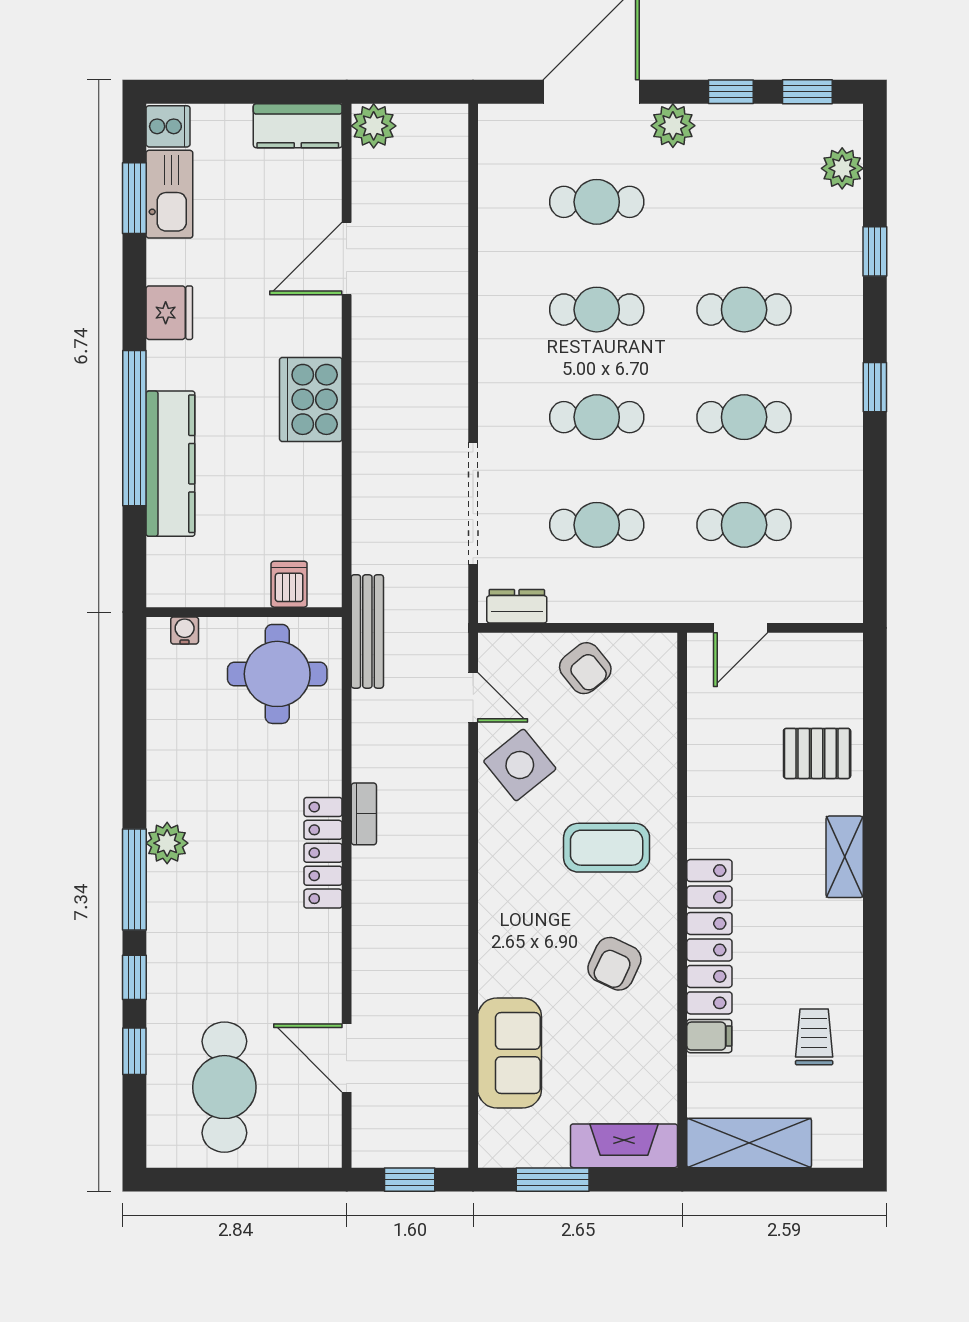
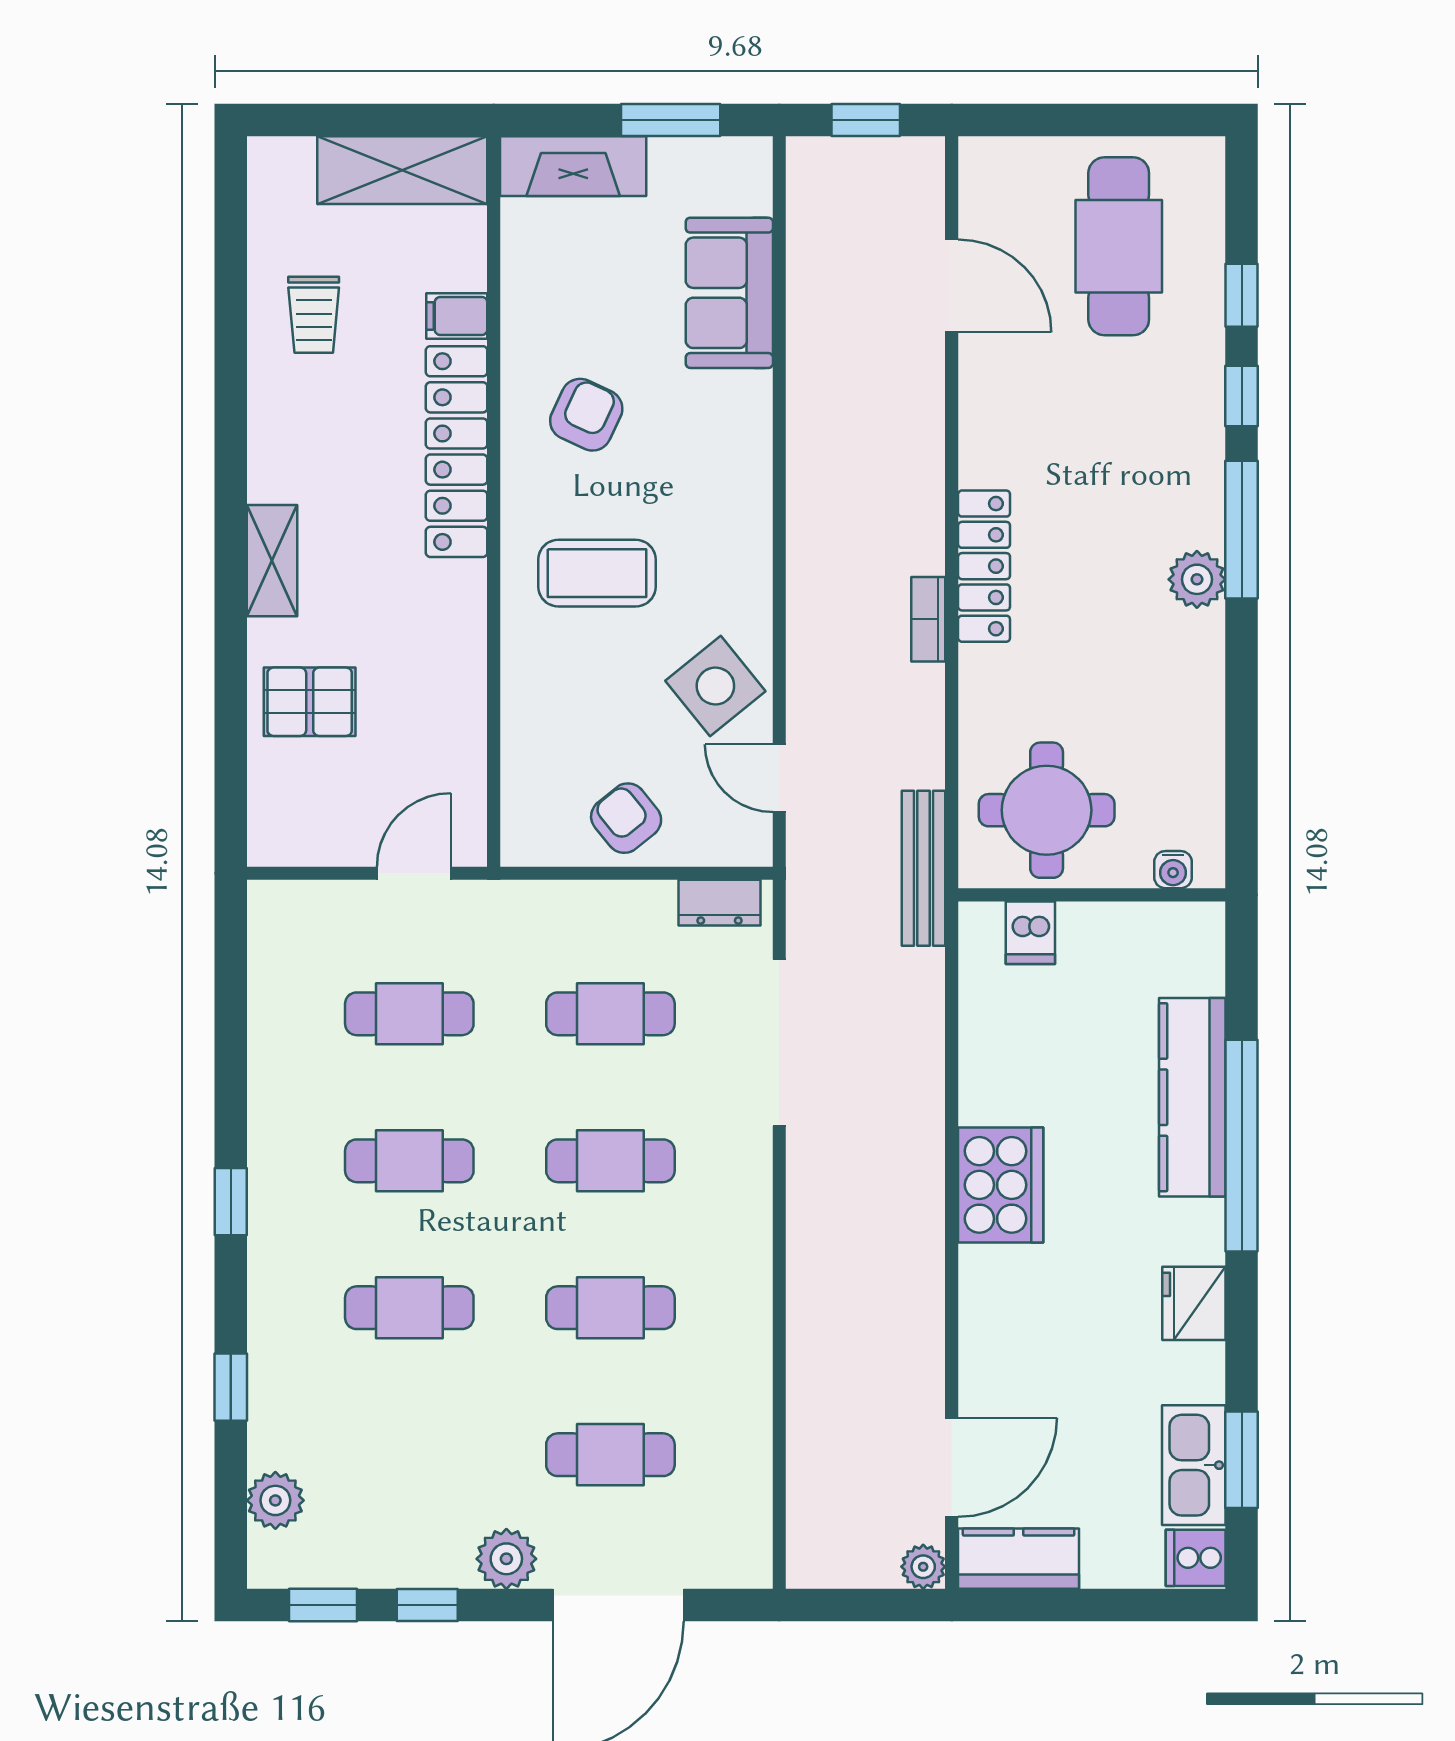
plant: (374, 126) -> (923, 1567), width x0.73, depth x0.73
door: (347, 258) -> (952, 1467), moved

